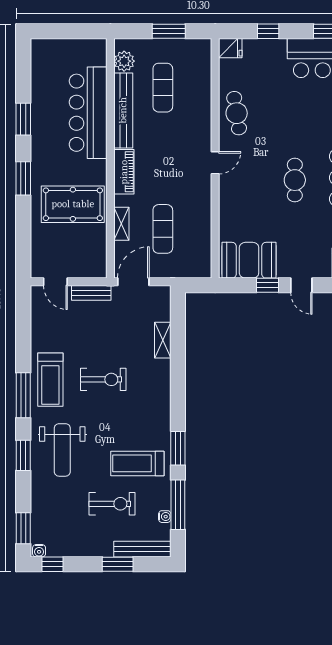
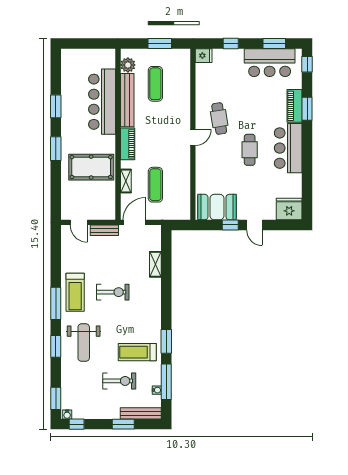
cafe table: (237, 113) -> (219, 119), moved

